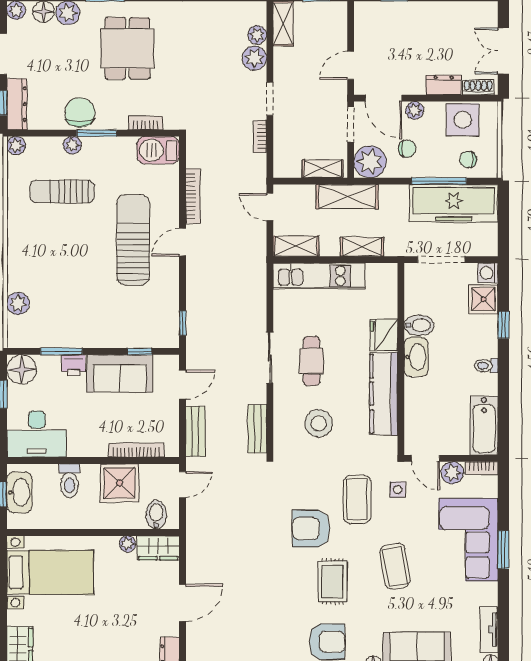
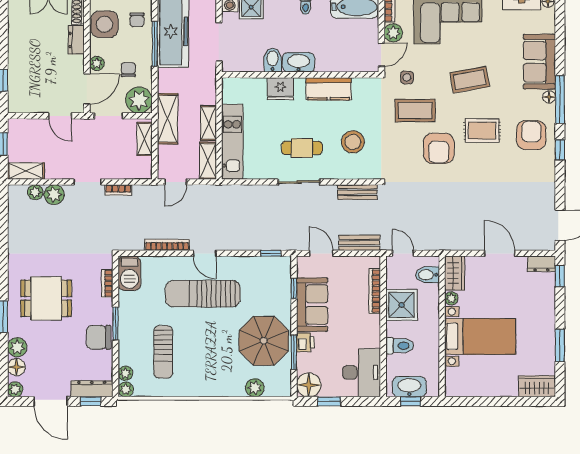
plant: (72, 145) -> (125, 373), moved
shelving: (362, 247) -> (208, 123), moved
parasol: (76, 314) -> (264, 341), added
kitchen counter: (384, 394) -> (329, 89), width x0.67
bed with nightstands: (50, 572) -> (480, 336), moved, turned 90

